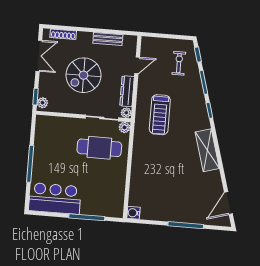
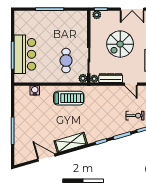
spiral stairs: (83, 75) -> (120, 44), turned -90
treadmill: (160, 115) -> (69, 98), moved, turned 180
cafe table: (99, 148) -> (66, 61), width x0.73, depth x0.74
bar counter: (55, 198) -> (25, 54), moved
door: (228, 203) -> (46, 158), moved
water cooler: (133, 213) -> (35, 90), moved

